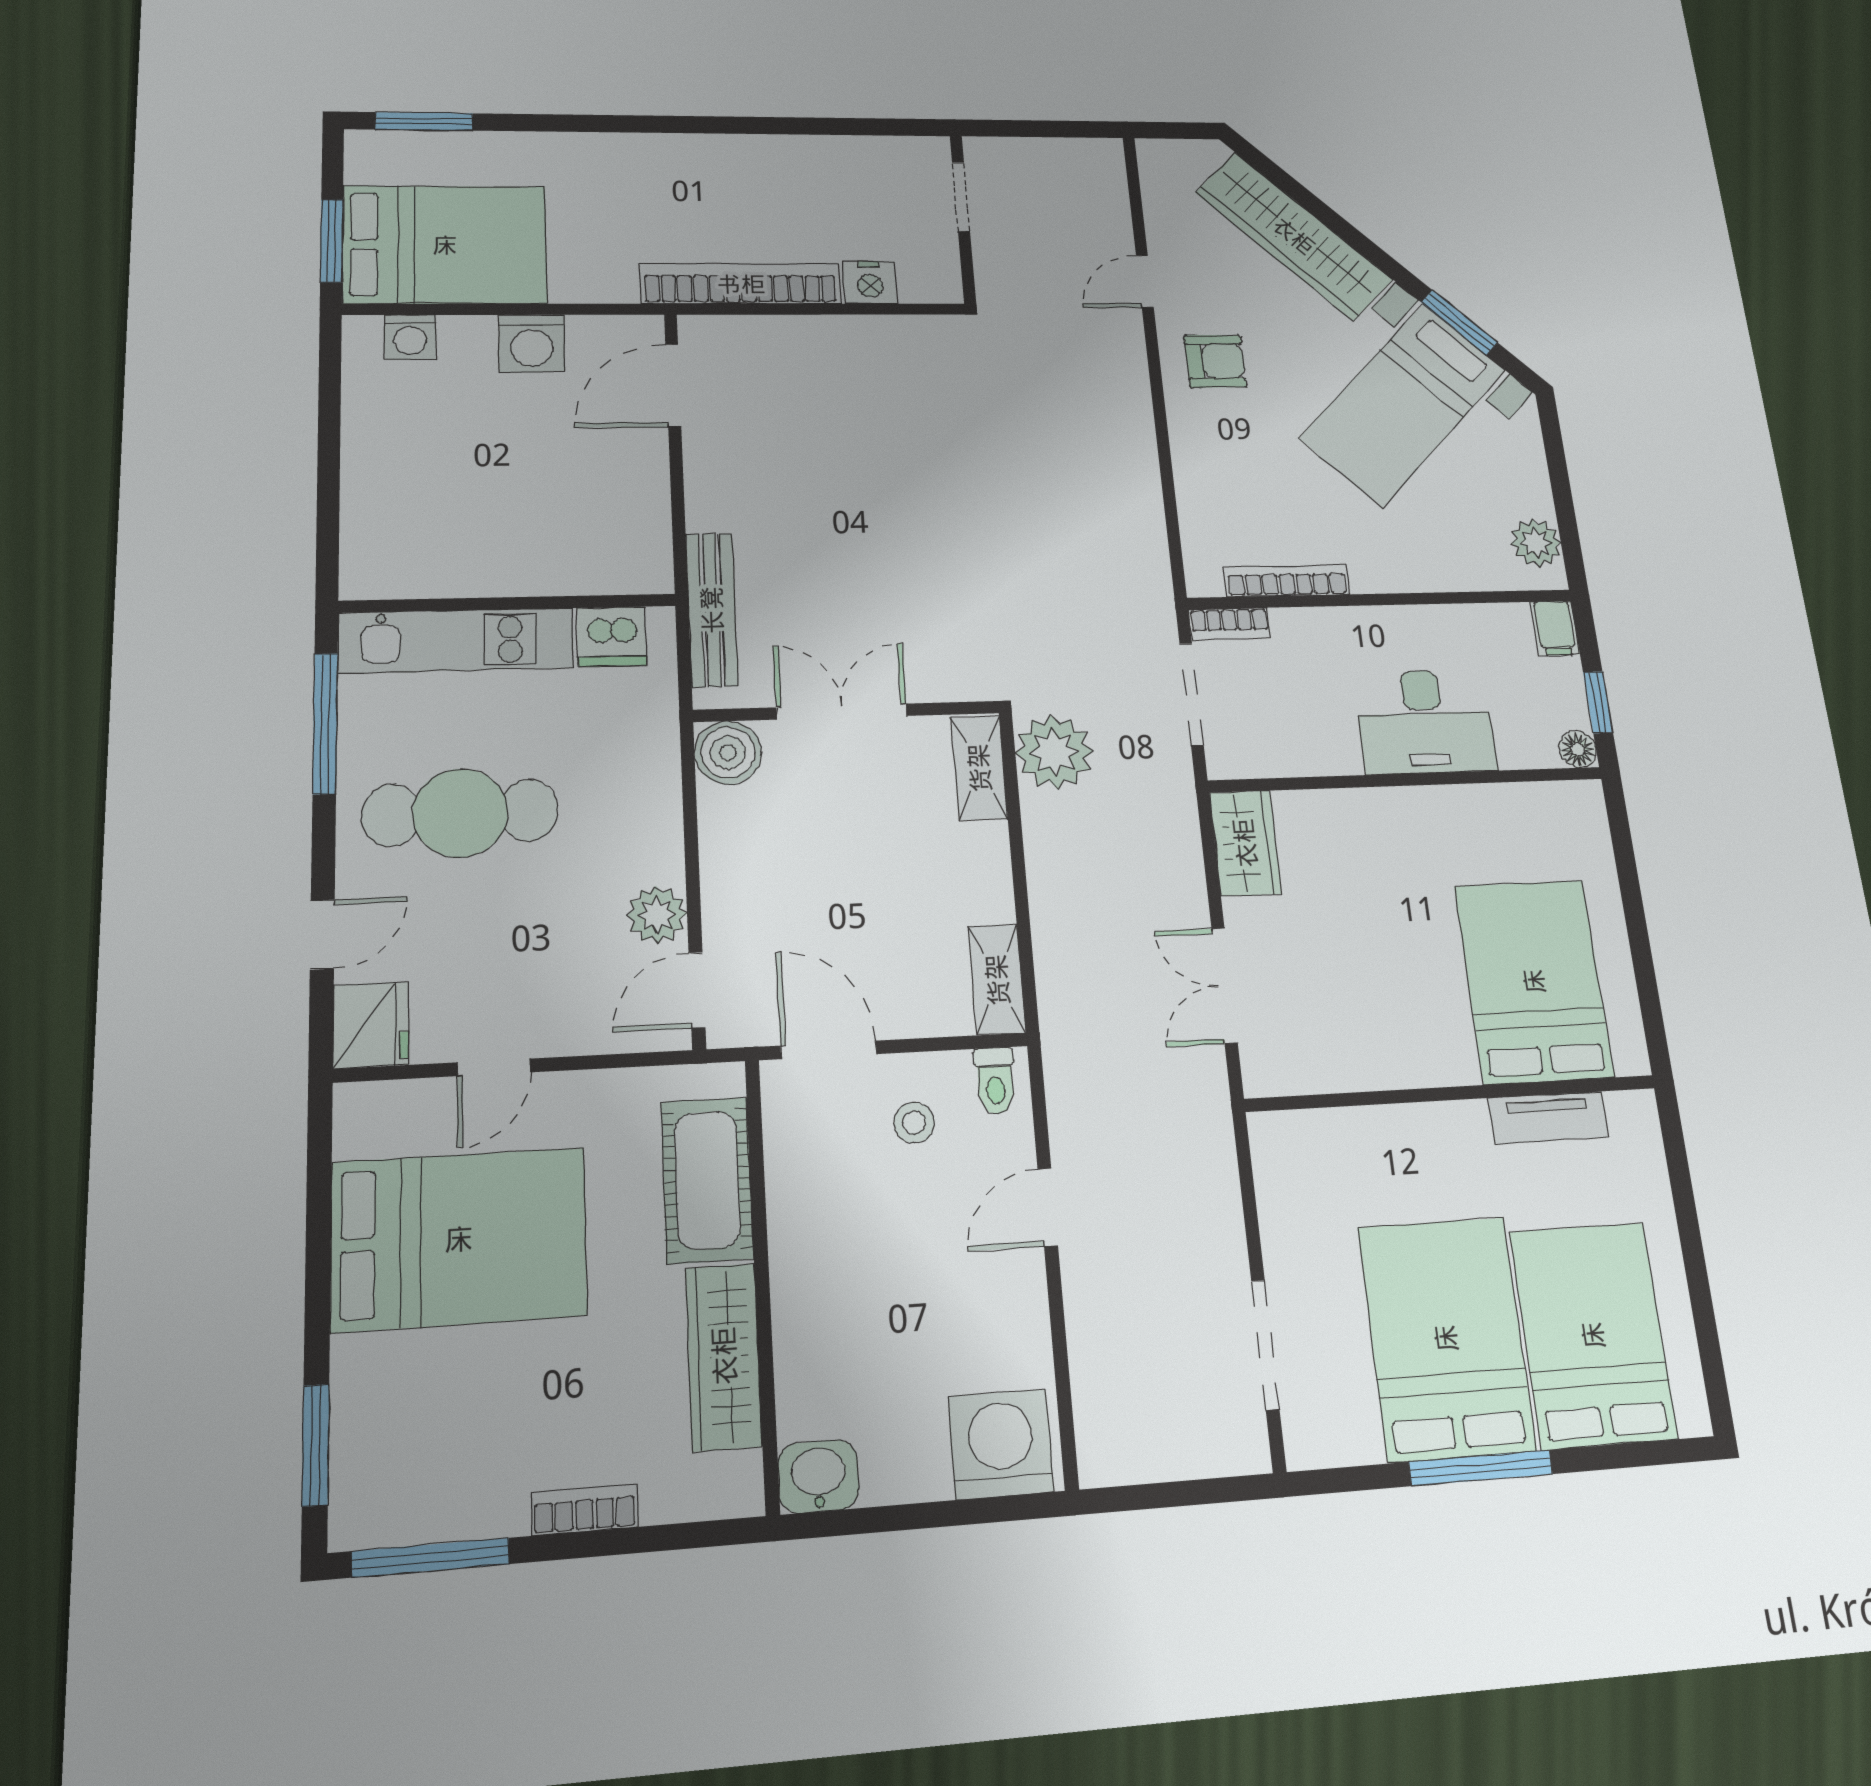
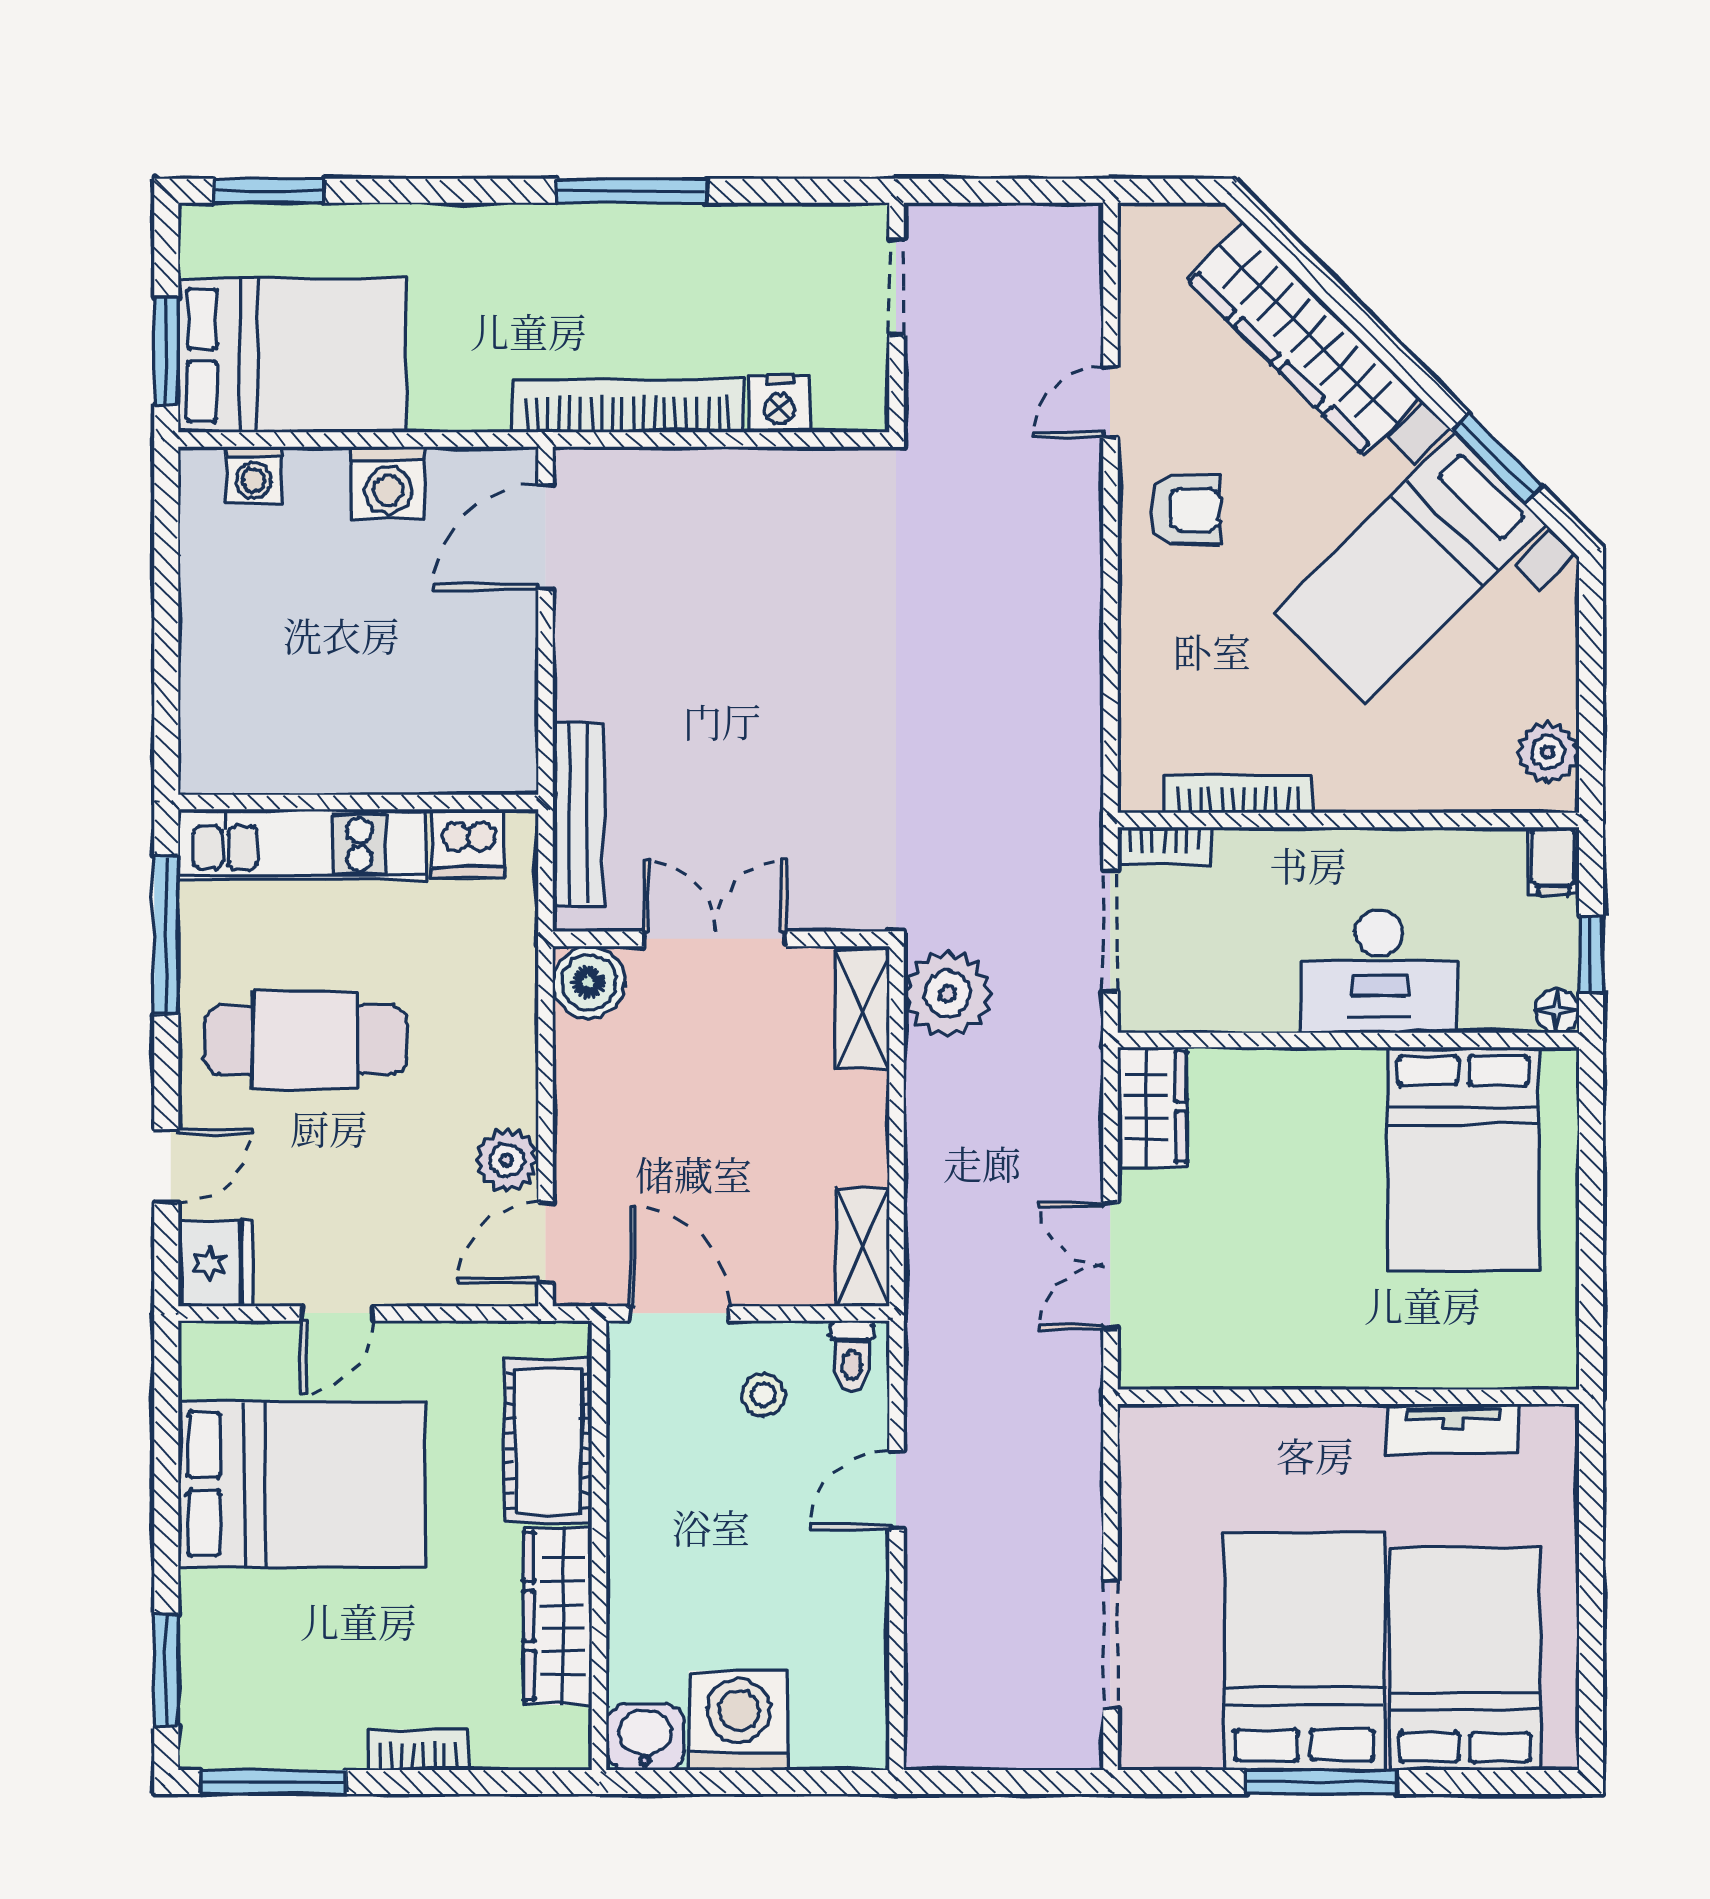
window: (736, 125) -> (632, 191), added
bed: (1534, 981) -> (1463, 1159), moved, turned 180
washing machine: (1001, 1444) -> (739, 1721), moved

